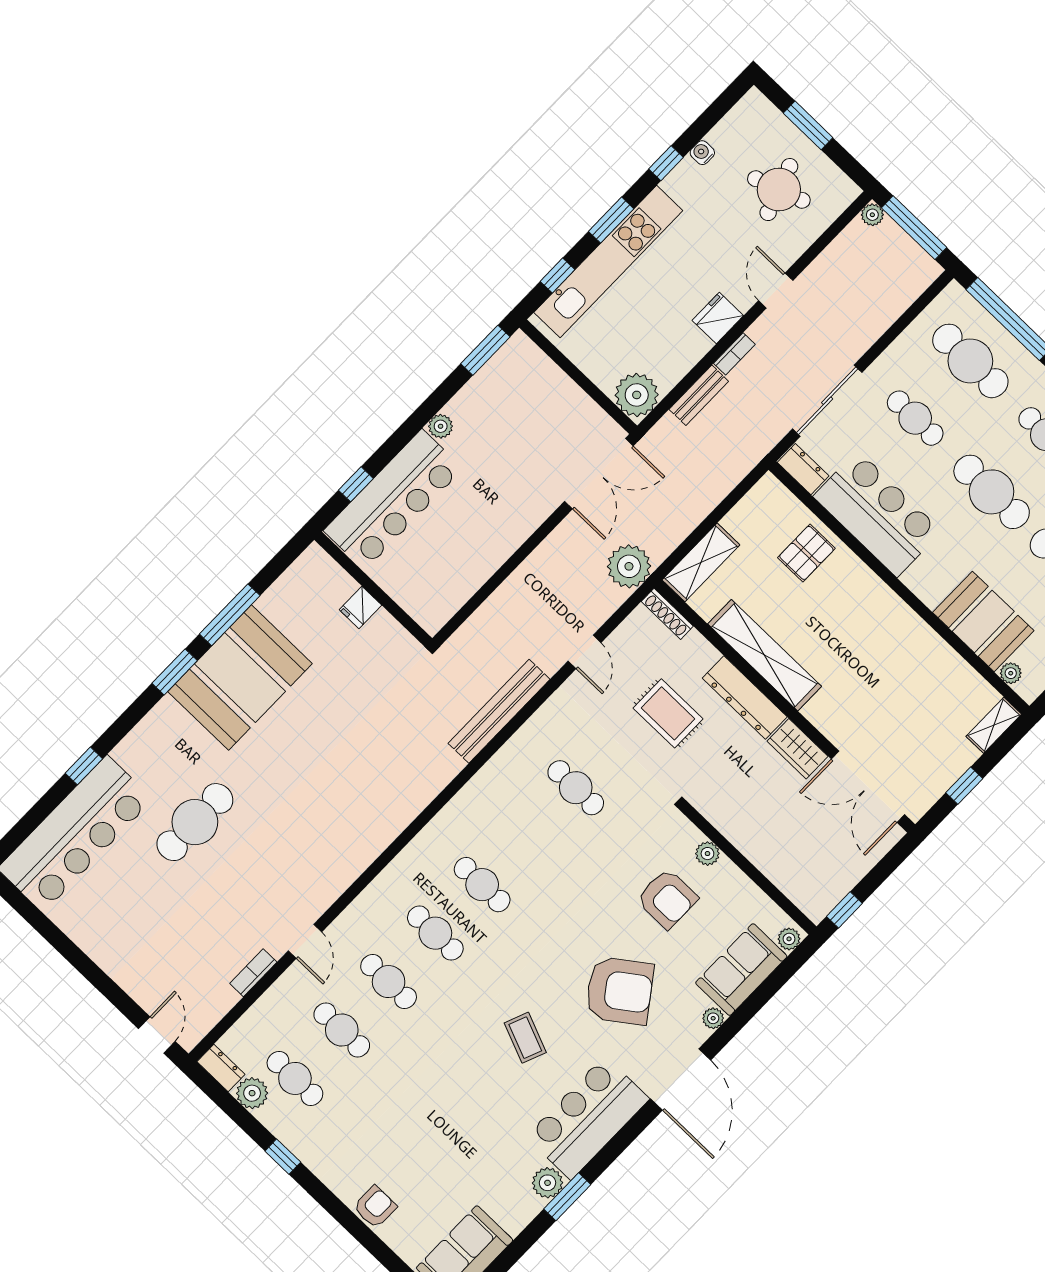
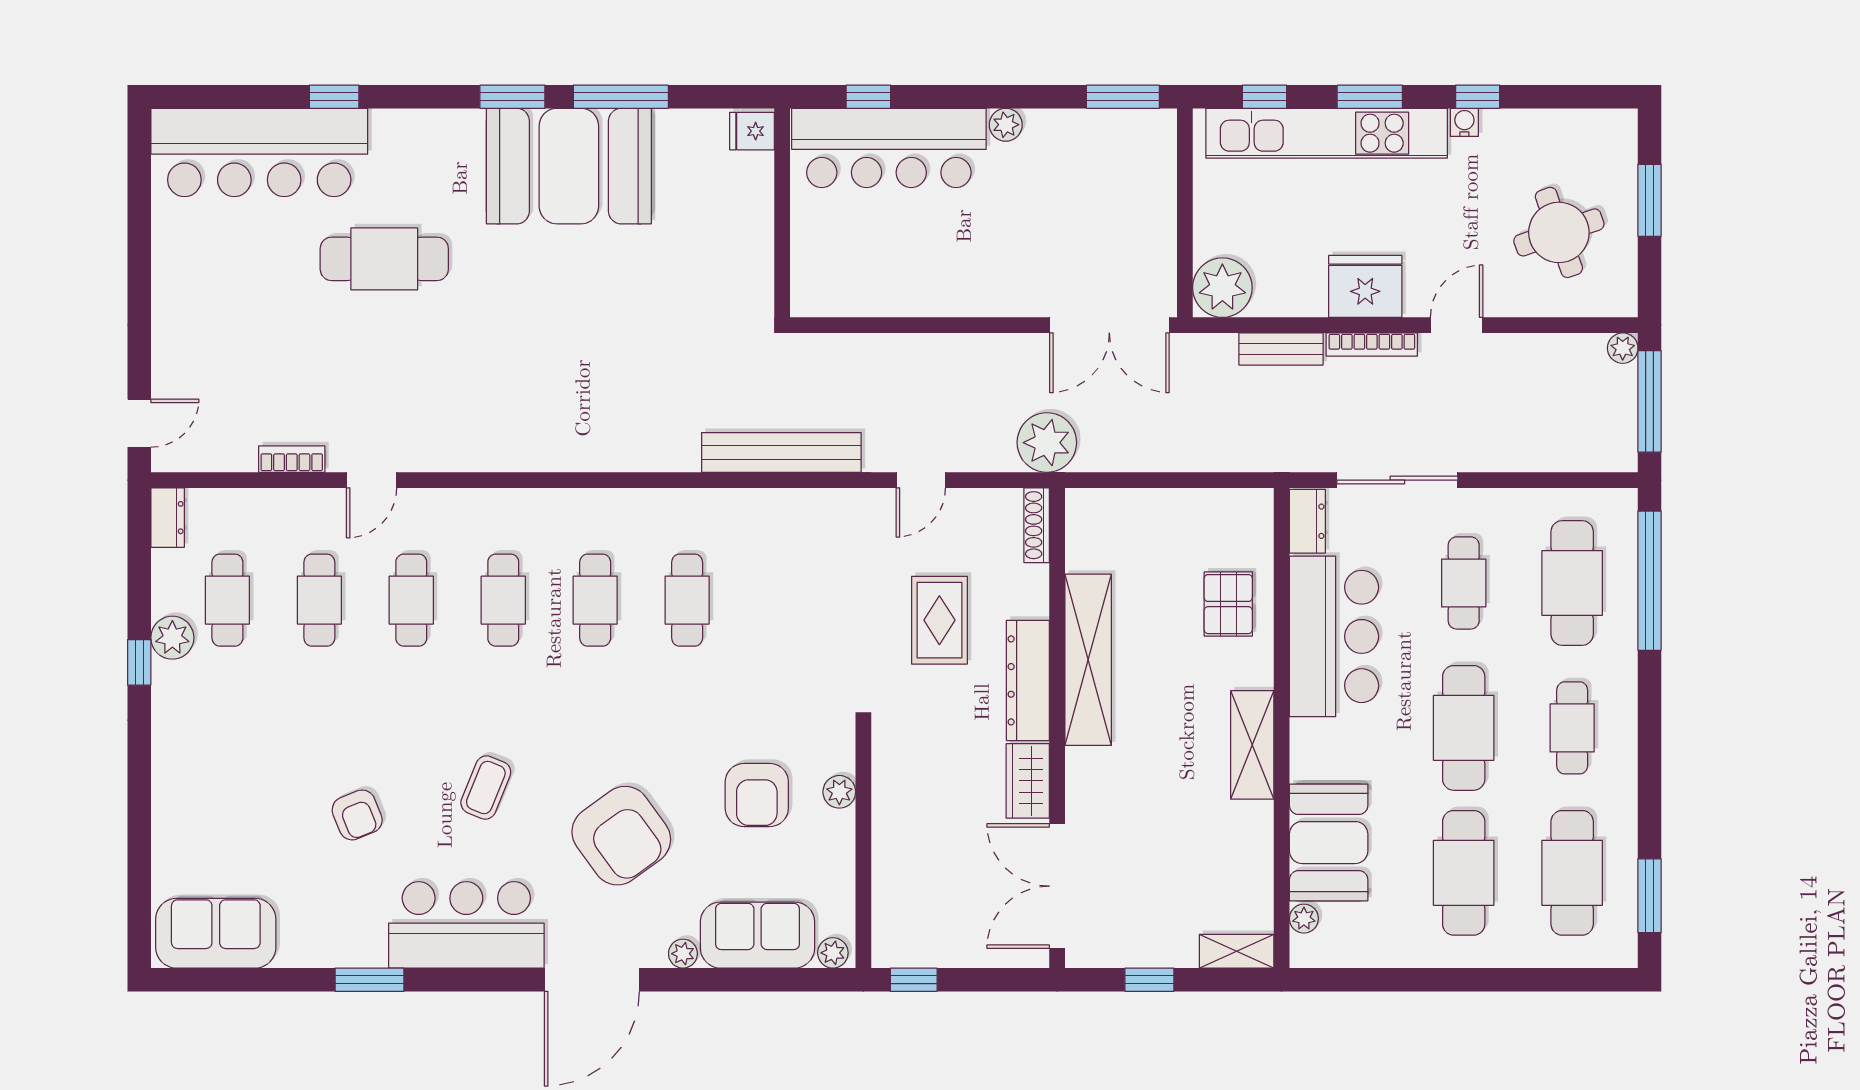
water cooler: (702, 153) -> (1464, 122), moved
fridge: (718, 318) -> (1365, 286), width x1.36, depth x1.34
bookcase: (734, 354) -> (1372, 345), width x1.56
pallet: (806, 553) -> (1228, 604), turned 90
shelving: (701, 562) -> (1252, 745), moved, turned 90
fridge: (360, 607) -> (752, 131), moved
cafe table: (576, 788) -> (687, 600), moved
plant: (252, 1093) -> (172, 638), moved
plant: (548, 1183) -> (364, 947), removed
armchair: (375, 1207) -> (357, 815), moved, turned 68

